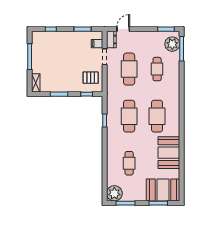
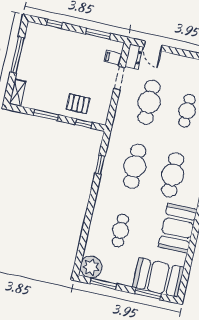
door: (123, 29) -> (153, 46), swing flipped
pallet: (91, 78) -> (78, 104), moved

